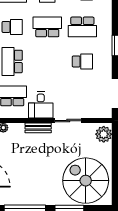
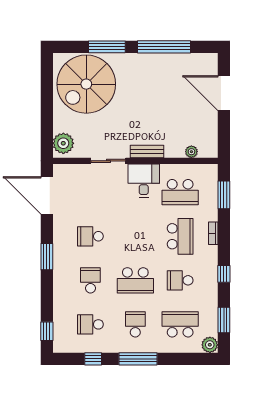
school desk: (82, 27) -> (90, 280), width x0.54
spiral stairs: (86, 181) -> (86, 84), turned 90

